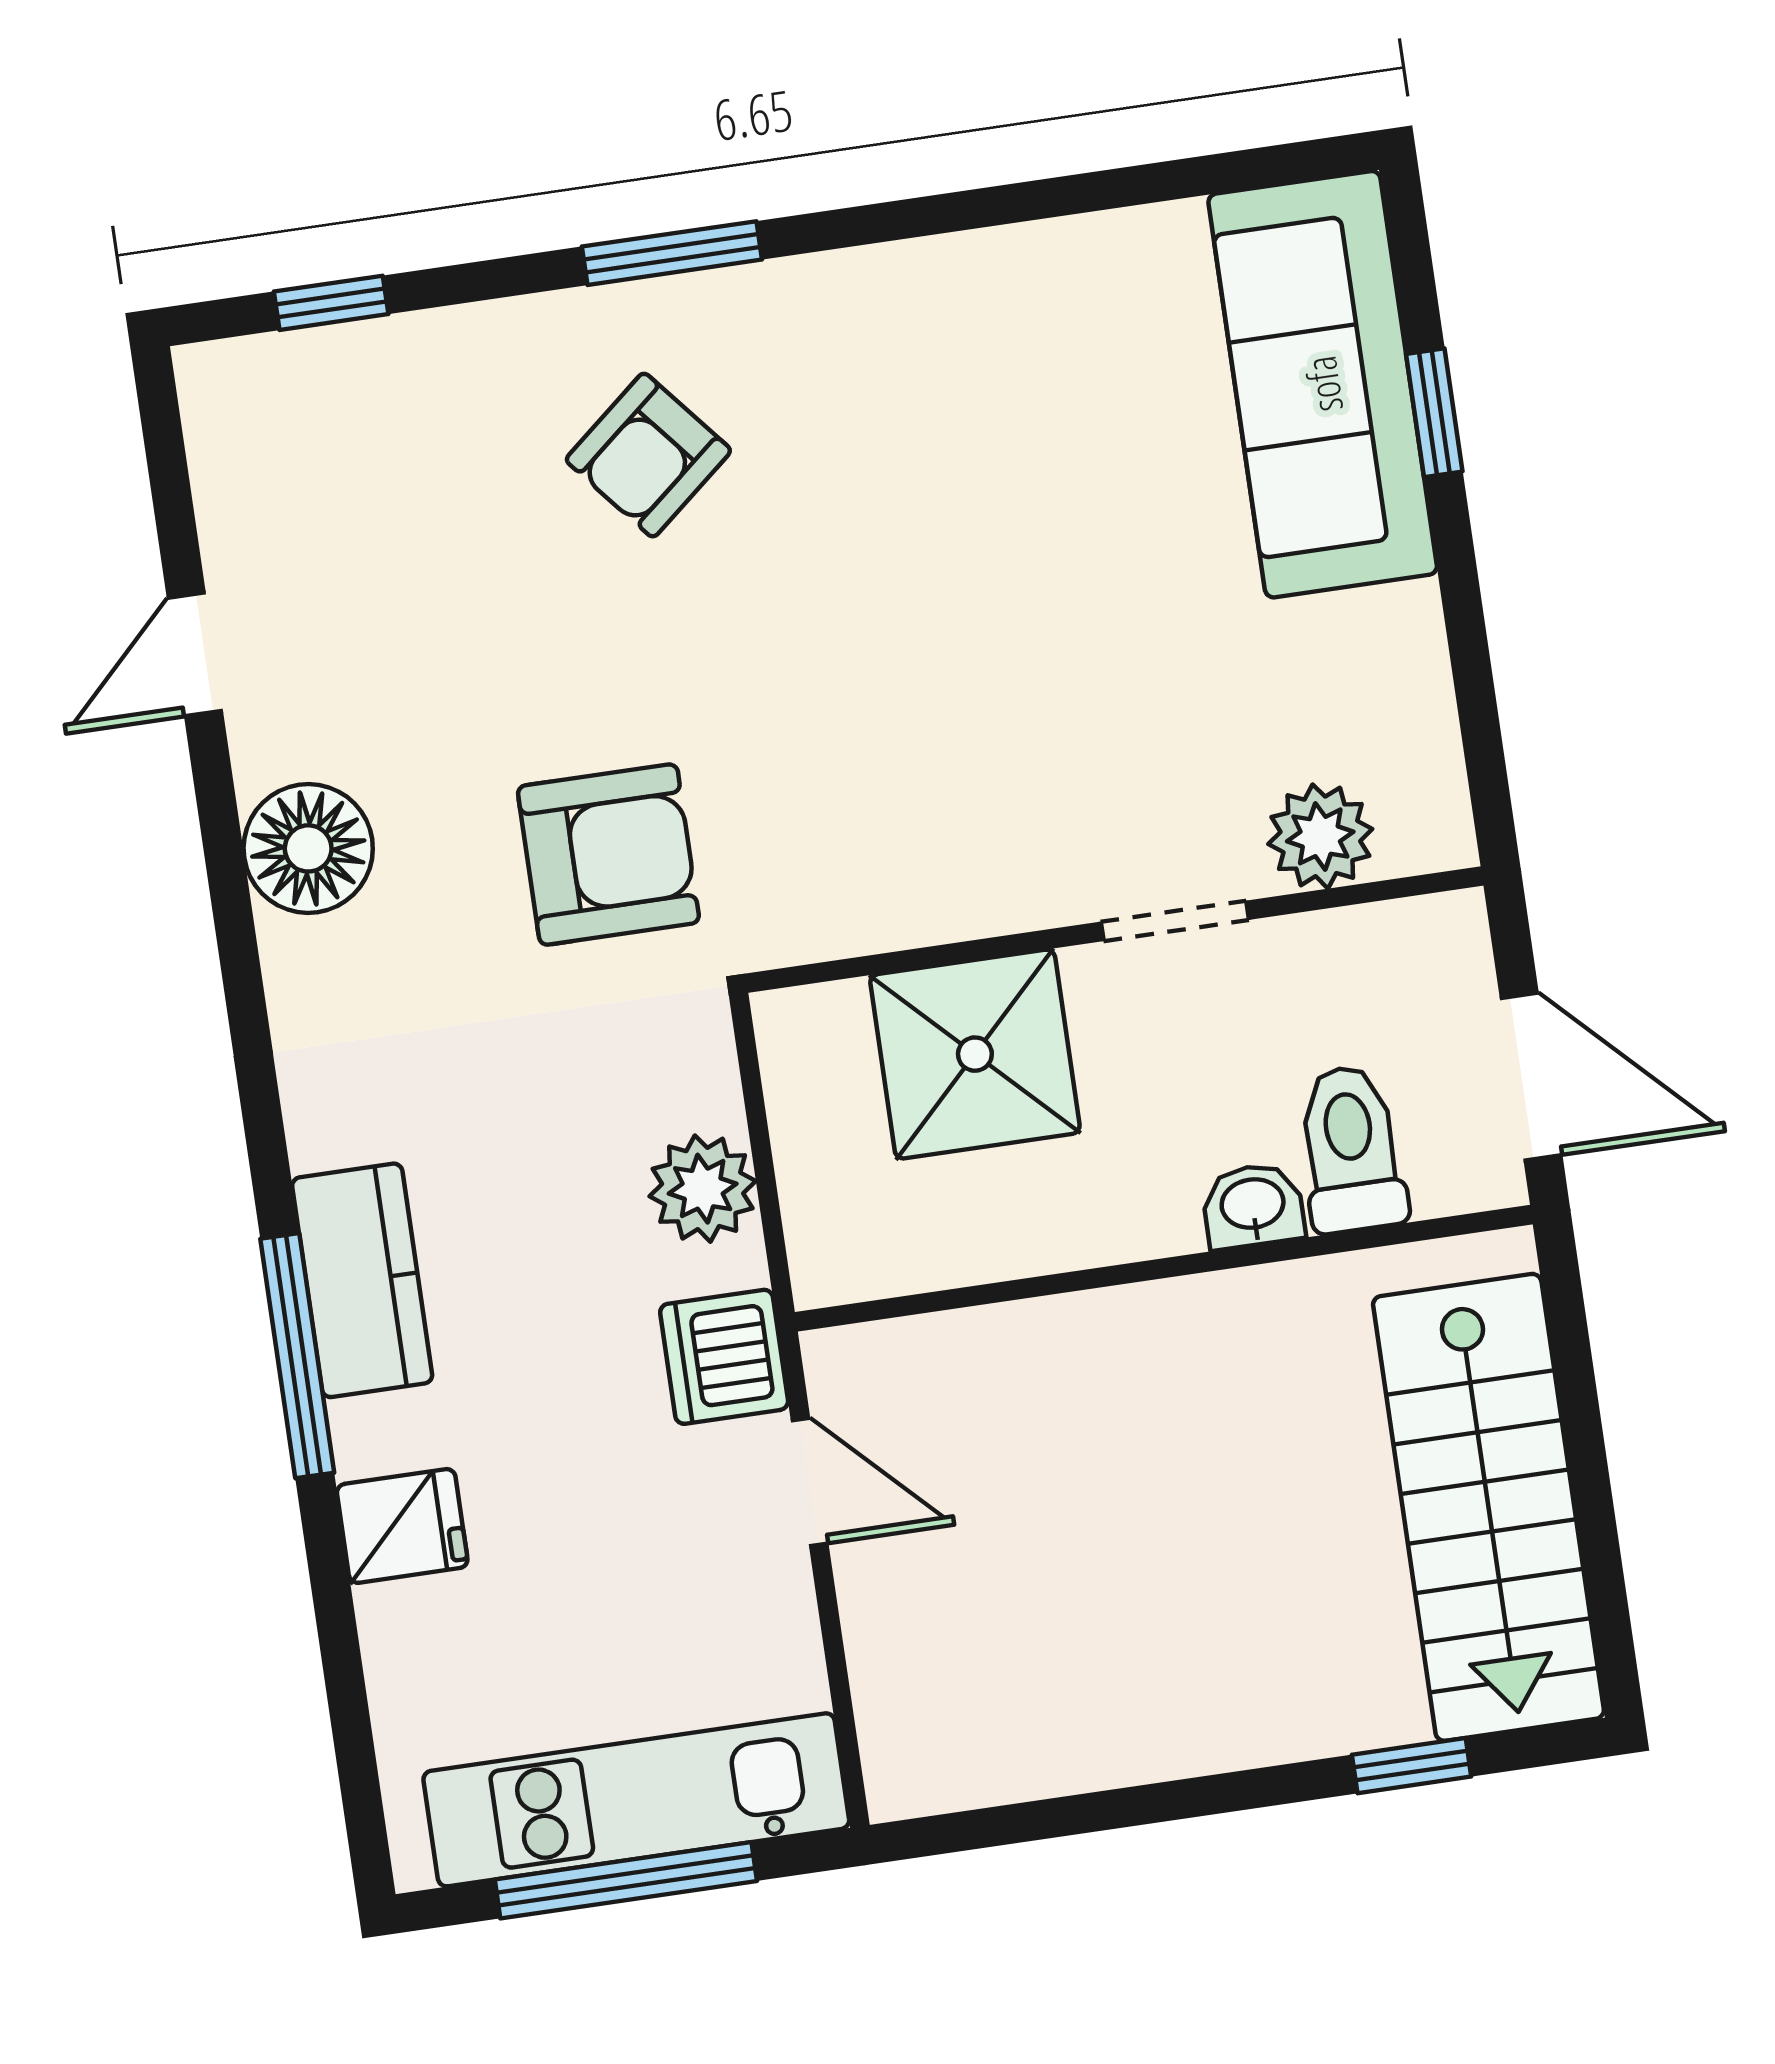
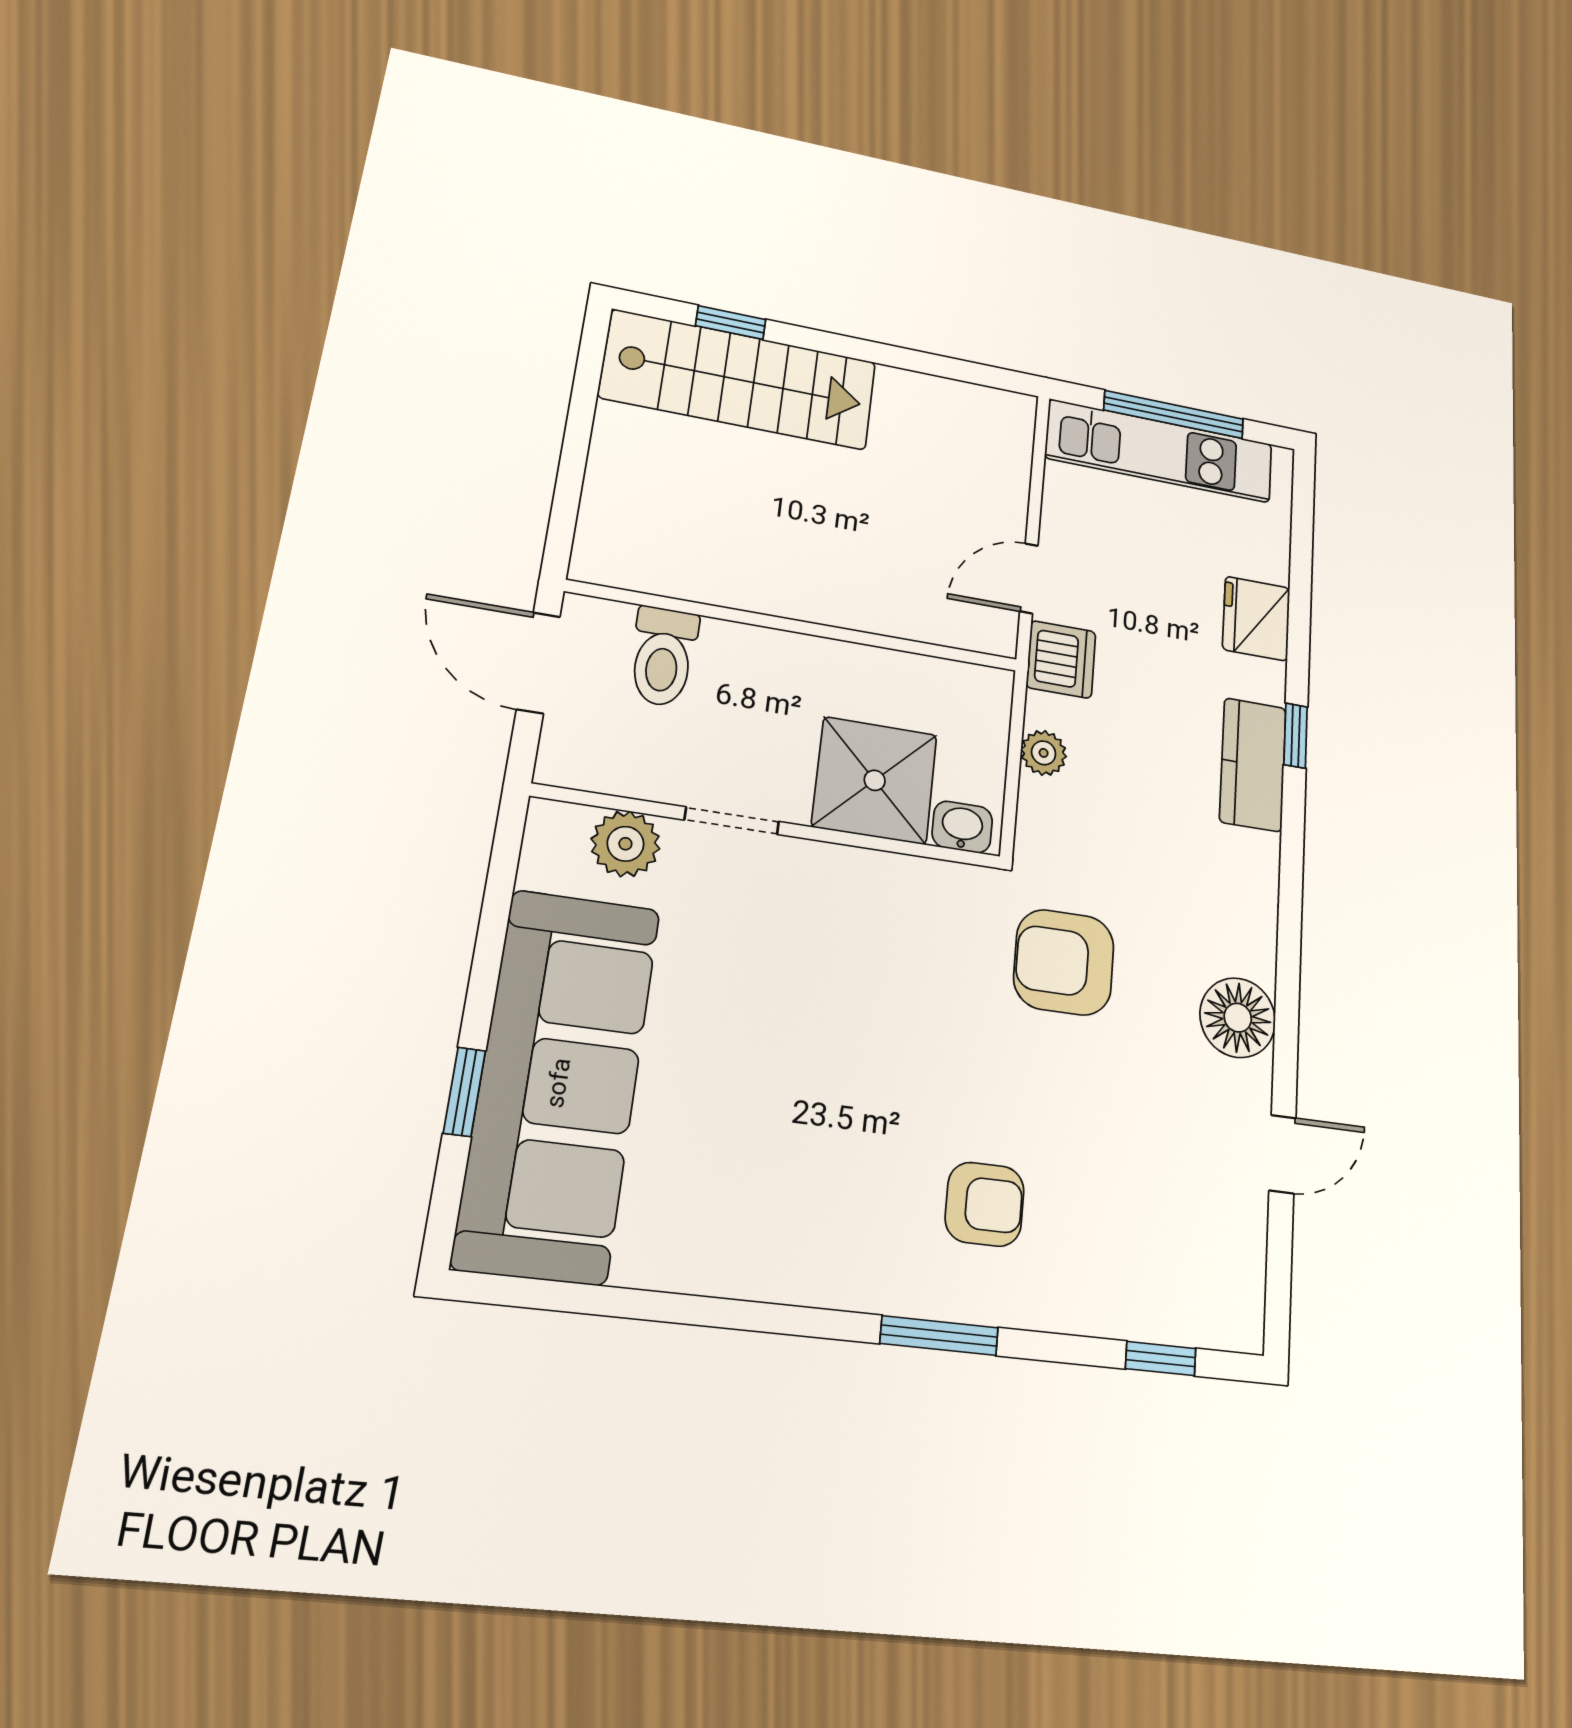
sofa: (1323, 384) -> (558, 1083), width x1.36, depth x1.27
armchair: (648, 455) -> (985, 1204), turned 40
plant: (703, 1189) -> (1044, 753), width x0.73, depth x0.73
washbasin: (1253, 1206) -> (962, 827), moved, turned 180
window: (297, 1356) -> (1296, 736), width x0.46
door: (810, 1482) -> (1029, 578), hinge flipped
stairs: (1488, 1507) -> (739, 380), moved, turned 90
fridge: (402, 1526) -> (1256, 619), width x1.38

